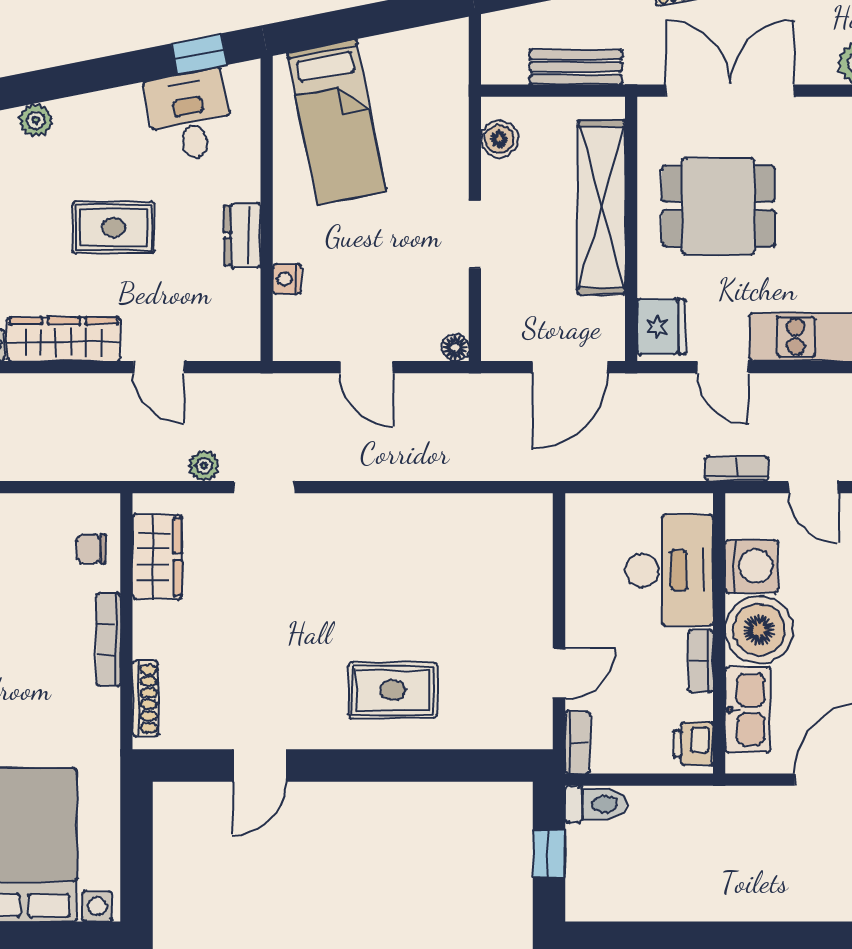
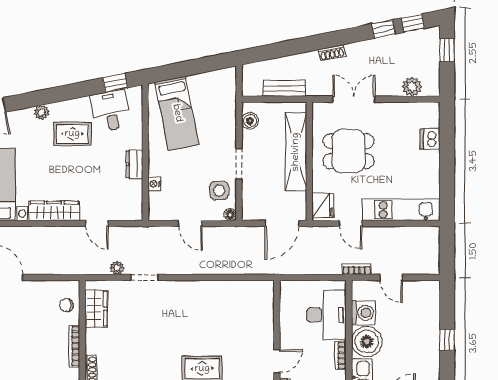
double door: (730, 91) -> (354, 99), width x0.73
rug: (114, 227) -> (72, 134), moved
side table: (431, 294) -> (219, 191), added

